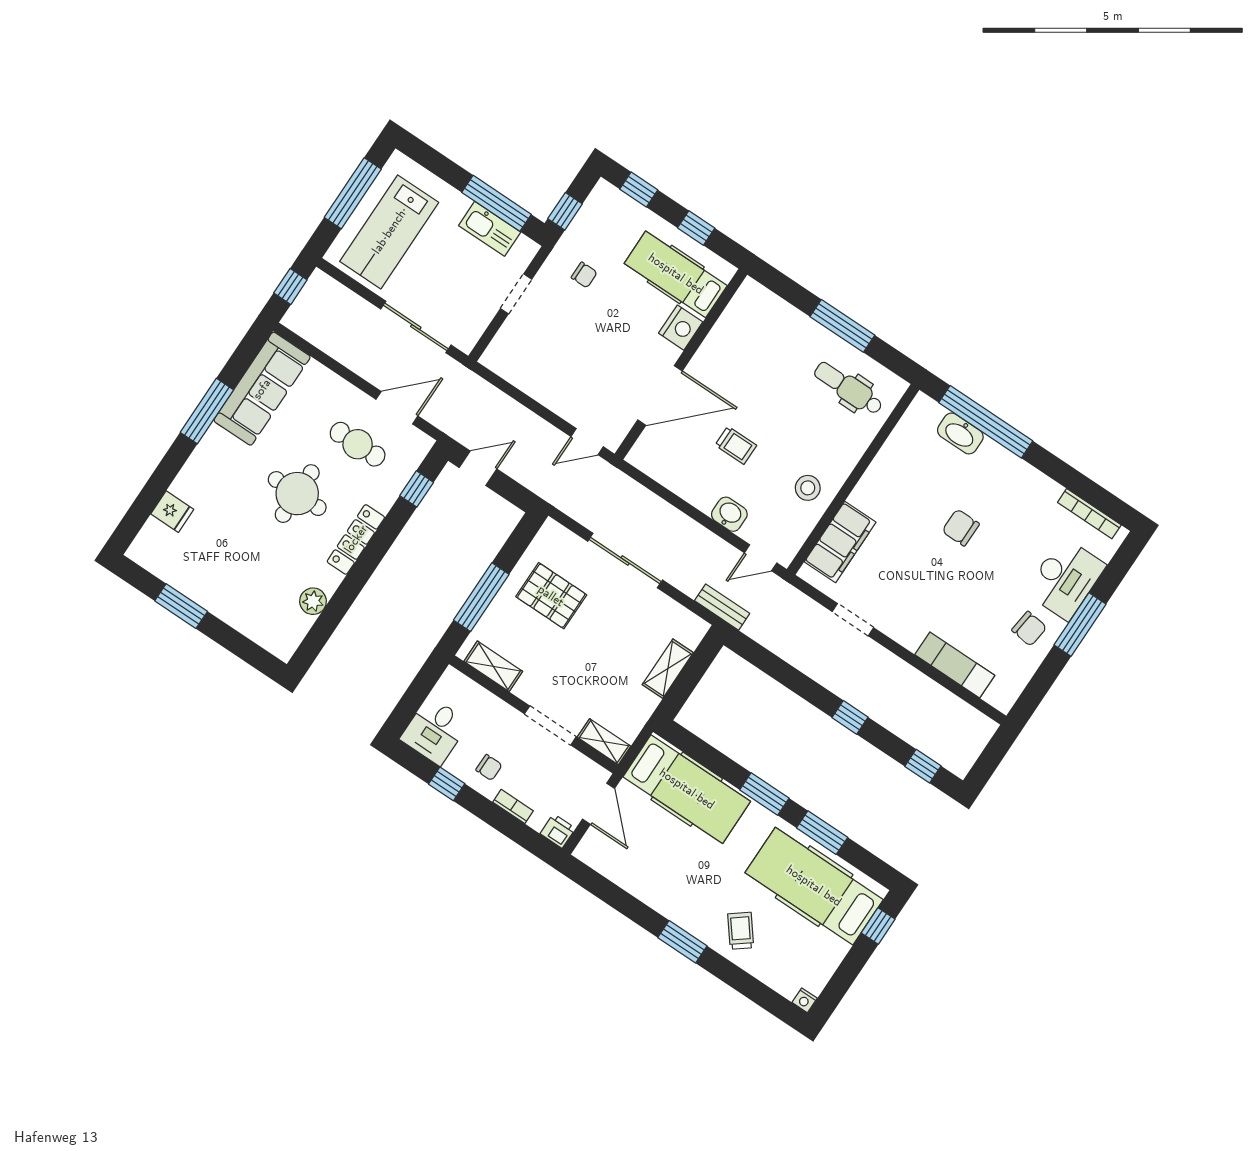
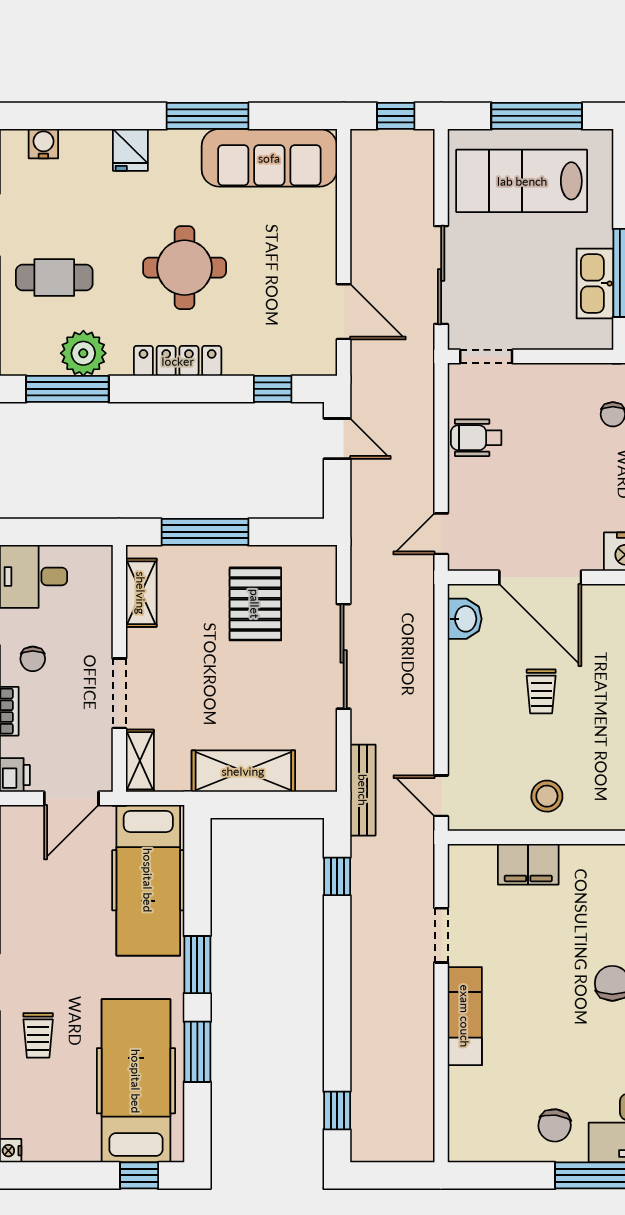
doorway: (516, 294) -> (486, 356), moved
wheelchair: (539, 376) -> (476, 438), added
door: (587, 442) -> (441, 534), hinge flipped
cafe table: (358, 444) -> (54, 278), moved, turned 90
fridge: (172, 512) -> (130, 150), moved
washbasin: (729, 514) -> (465, 619), moved
water cooler: (153, 532) -> (43, 144), added
filing cabinet: (840, 542) -> (528, 864), width x0.67, depth x0.86
plant: (313, 601) -> (83, 353), width x1.36, depth x1.36
bench: (722, 607) -> (363, 790), width x1.36
window: (326, 625) -> (67, 389), added
exam couch: (955, 665) -> (465, 1016), moved
shelving: (668, 669) -> (243, 771), width x1.50, depth x1.33
window: (850, 717) -> (337, 876), moved
trolley: (741, 931) -> (38, 1035), turned 128

